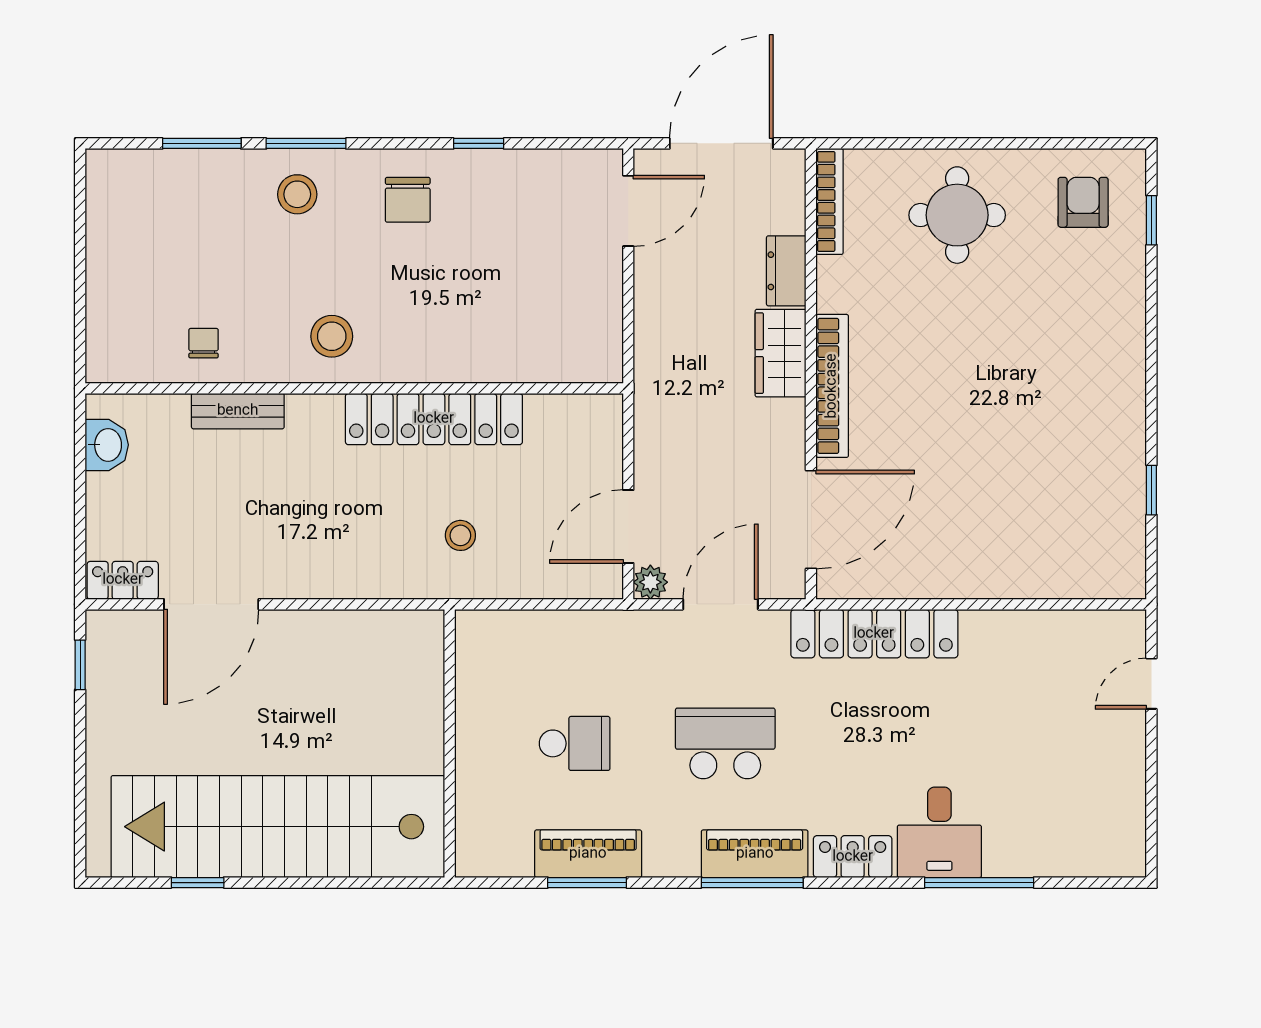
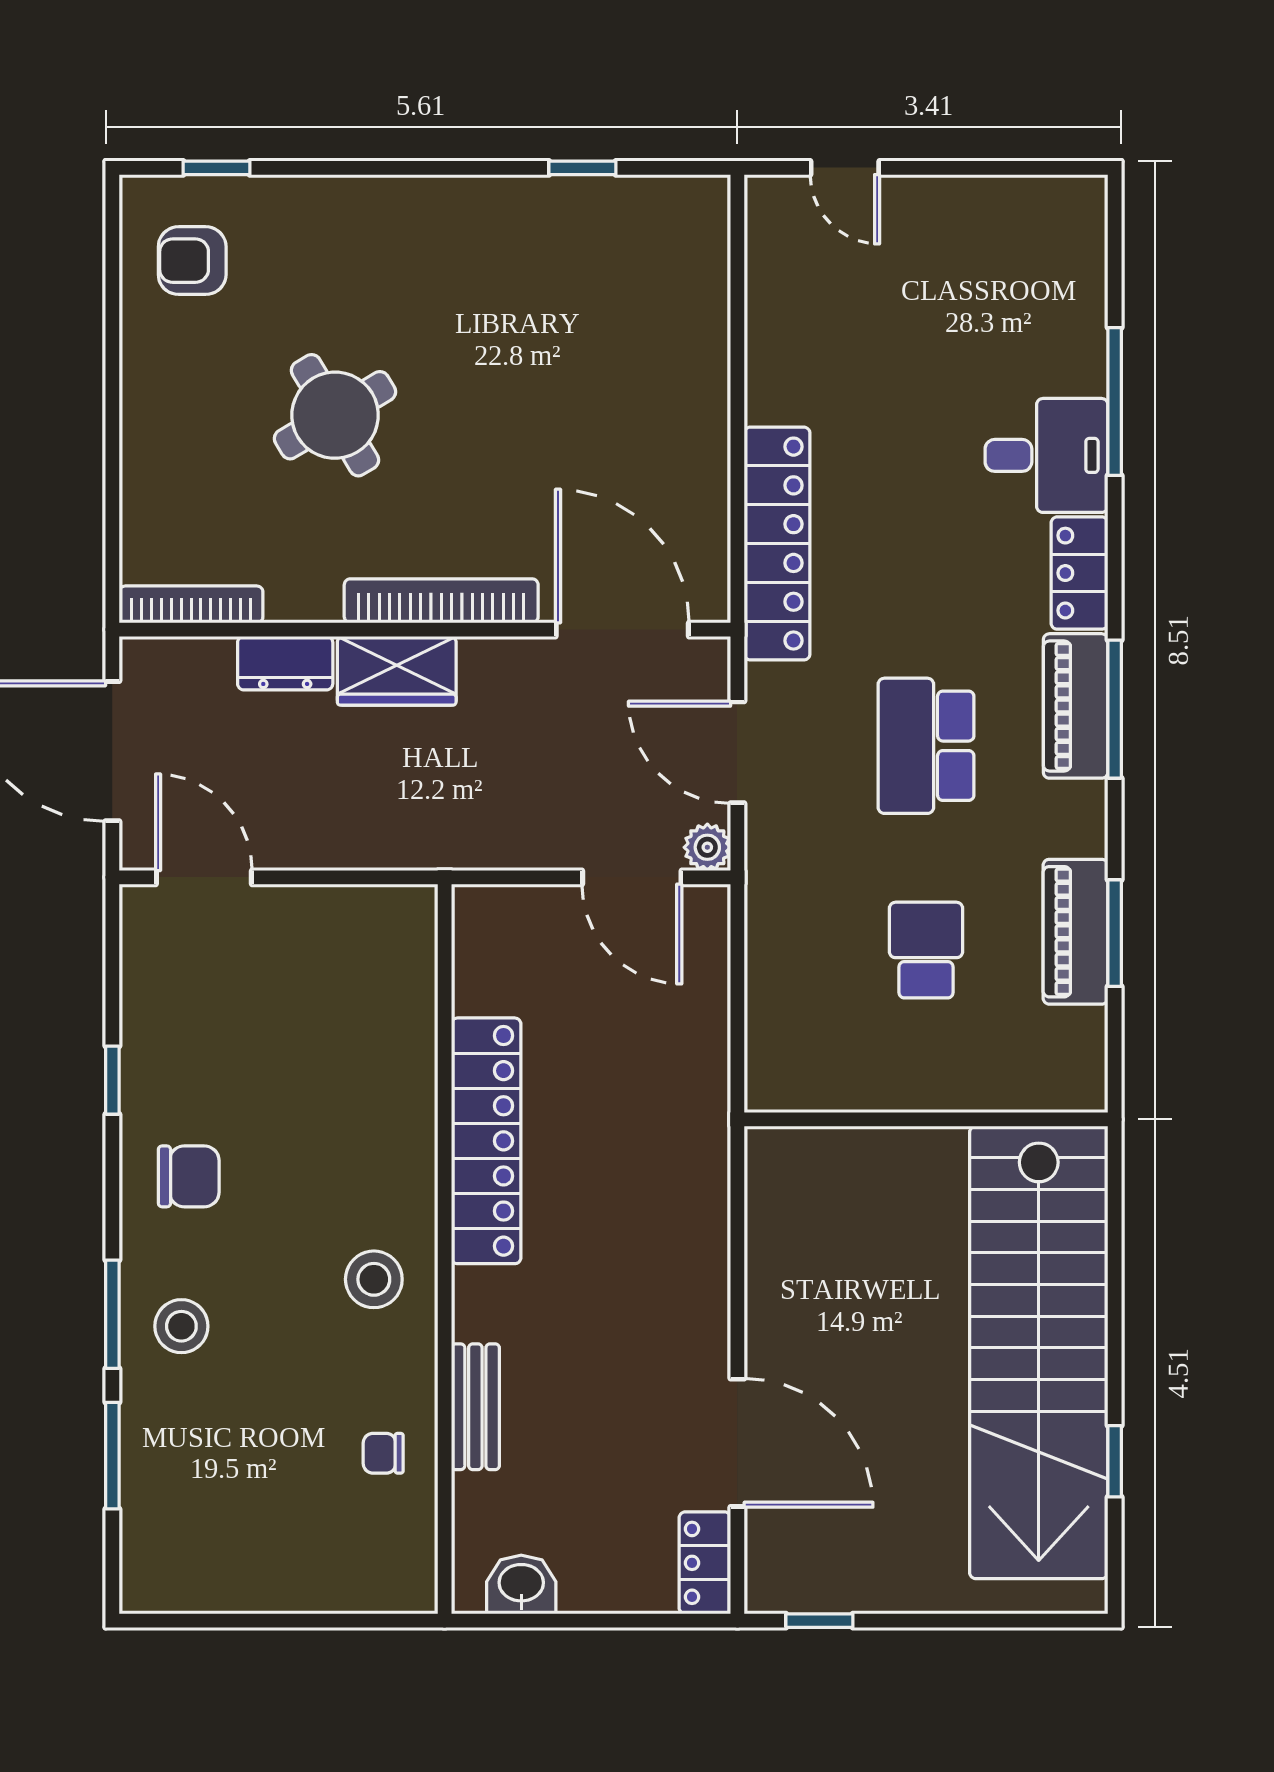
round table: (957, 215) -> (335, 415), moved, turned -31
stool: (460, 535) -> (644, 1105), removed

